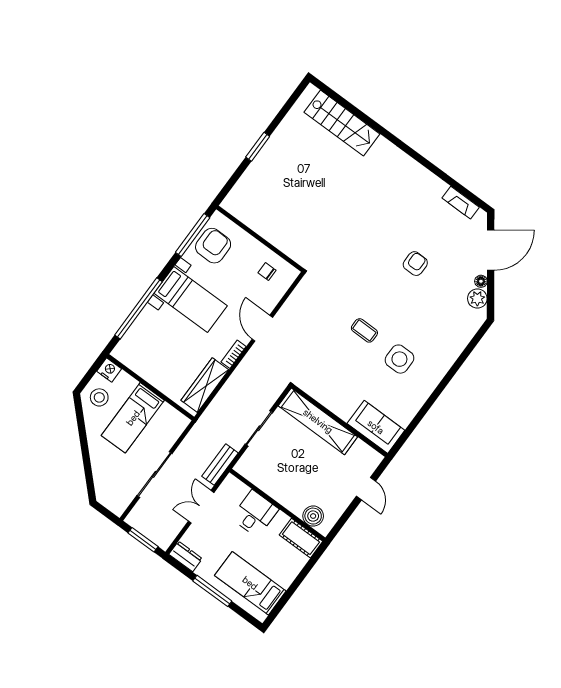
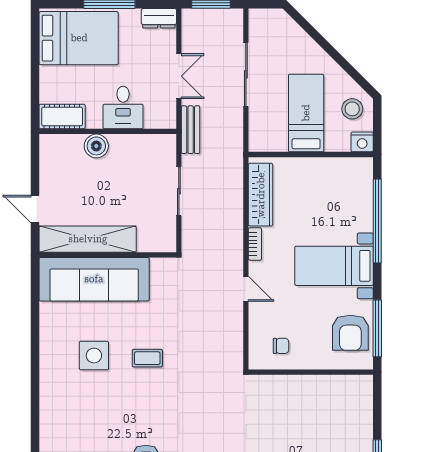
door: (262, 328) -> (246, 289), width x0.73
shelving: (318, 421) -> (88, 239), moved
sofa: (376, 427) -> (94, 279), width x1.85, depth x1.27
boiler: (313, 516) -> (96, 146), moved
bed: (250, 583) -> (79, 38), width x1.50

